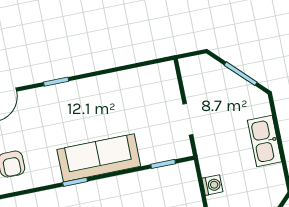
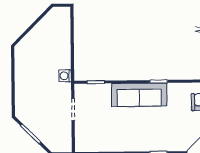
kitchen sink: (264, 141) -> (23, 84), removed
washing machine: (212, 185) -> (65, 76), moved

